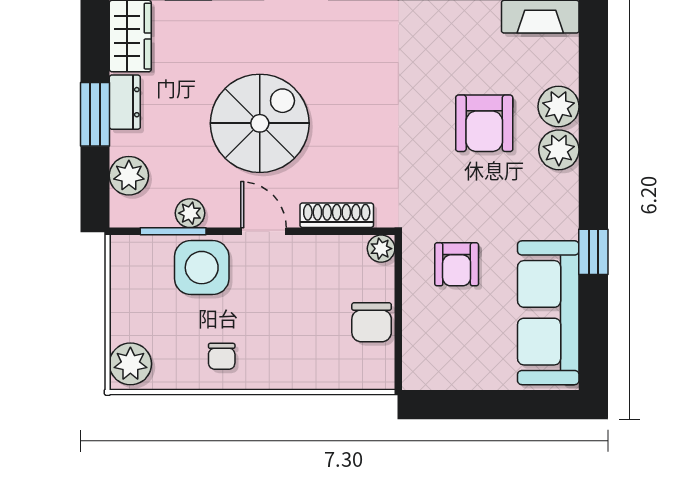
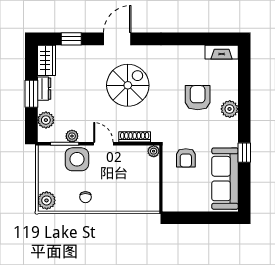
plant: (559, 107) -> (229, 90), removed
spiral stairs: (260, 123) -> (128, 85), moved
armchair: (484, 123) -> (198, 98), turned 180
chair: (372, 322) -> (150, 183), removed

